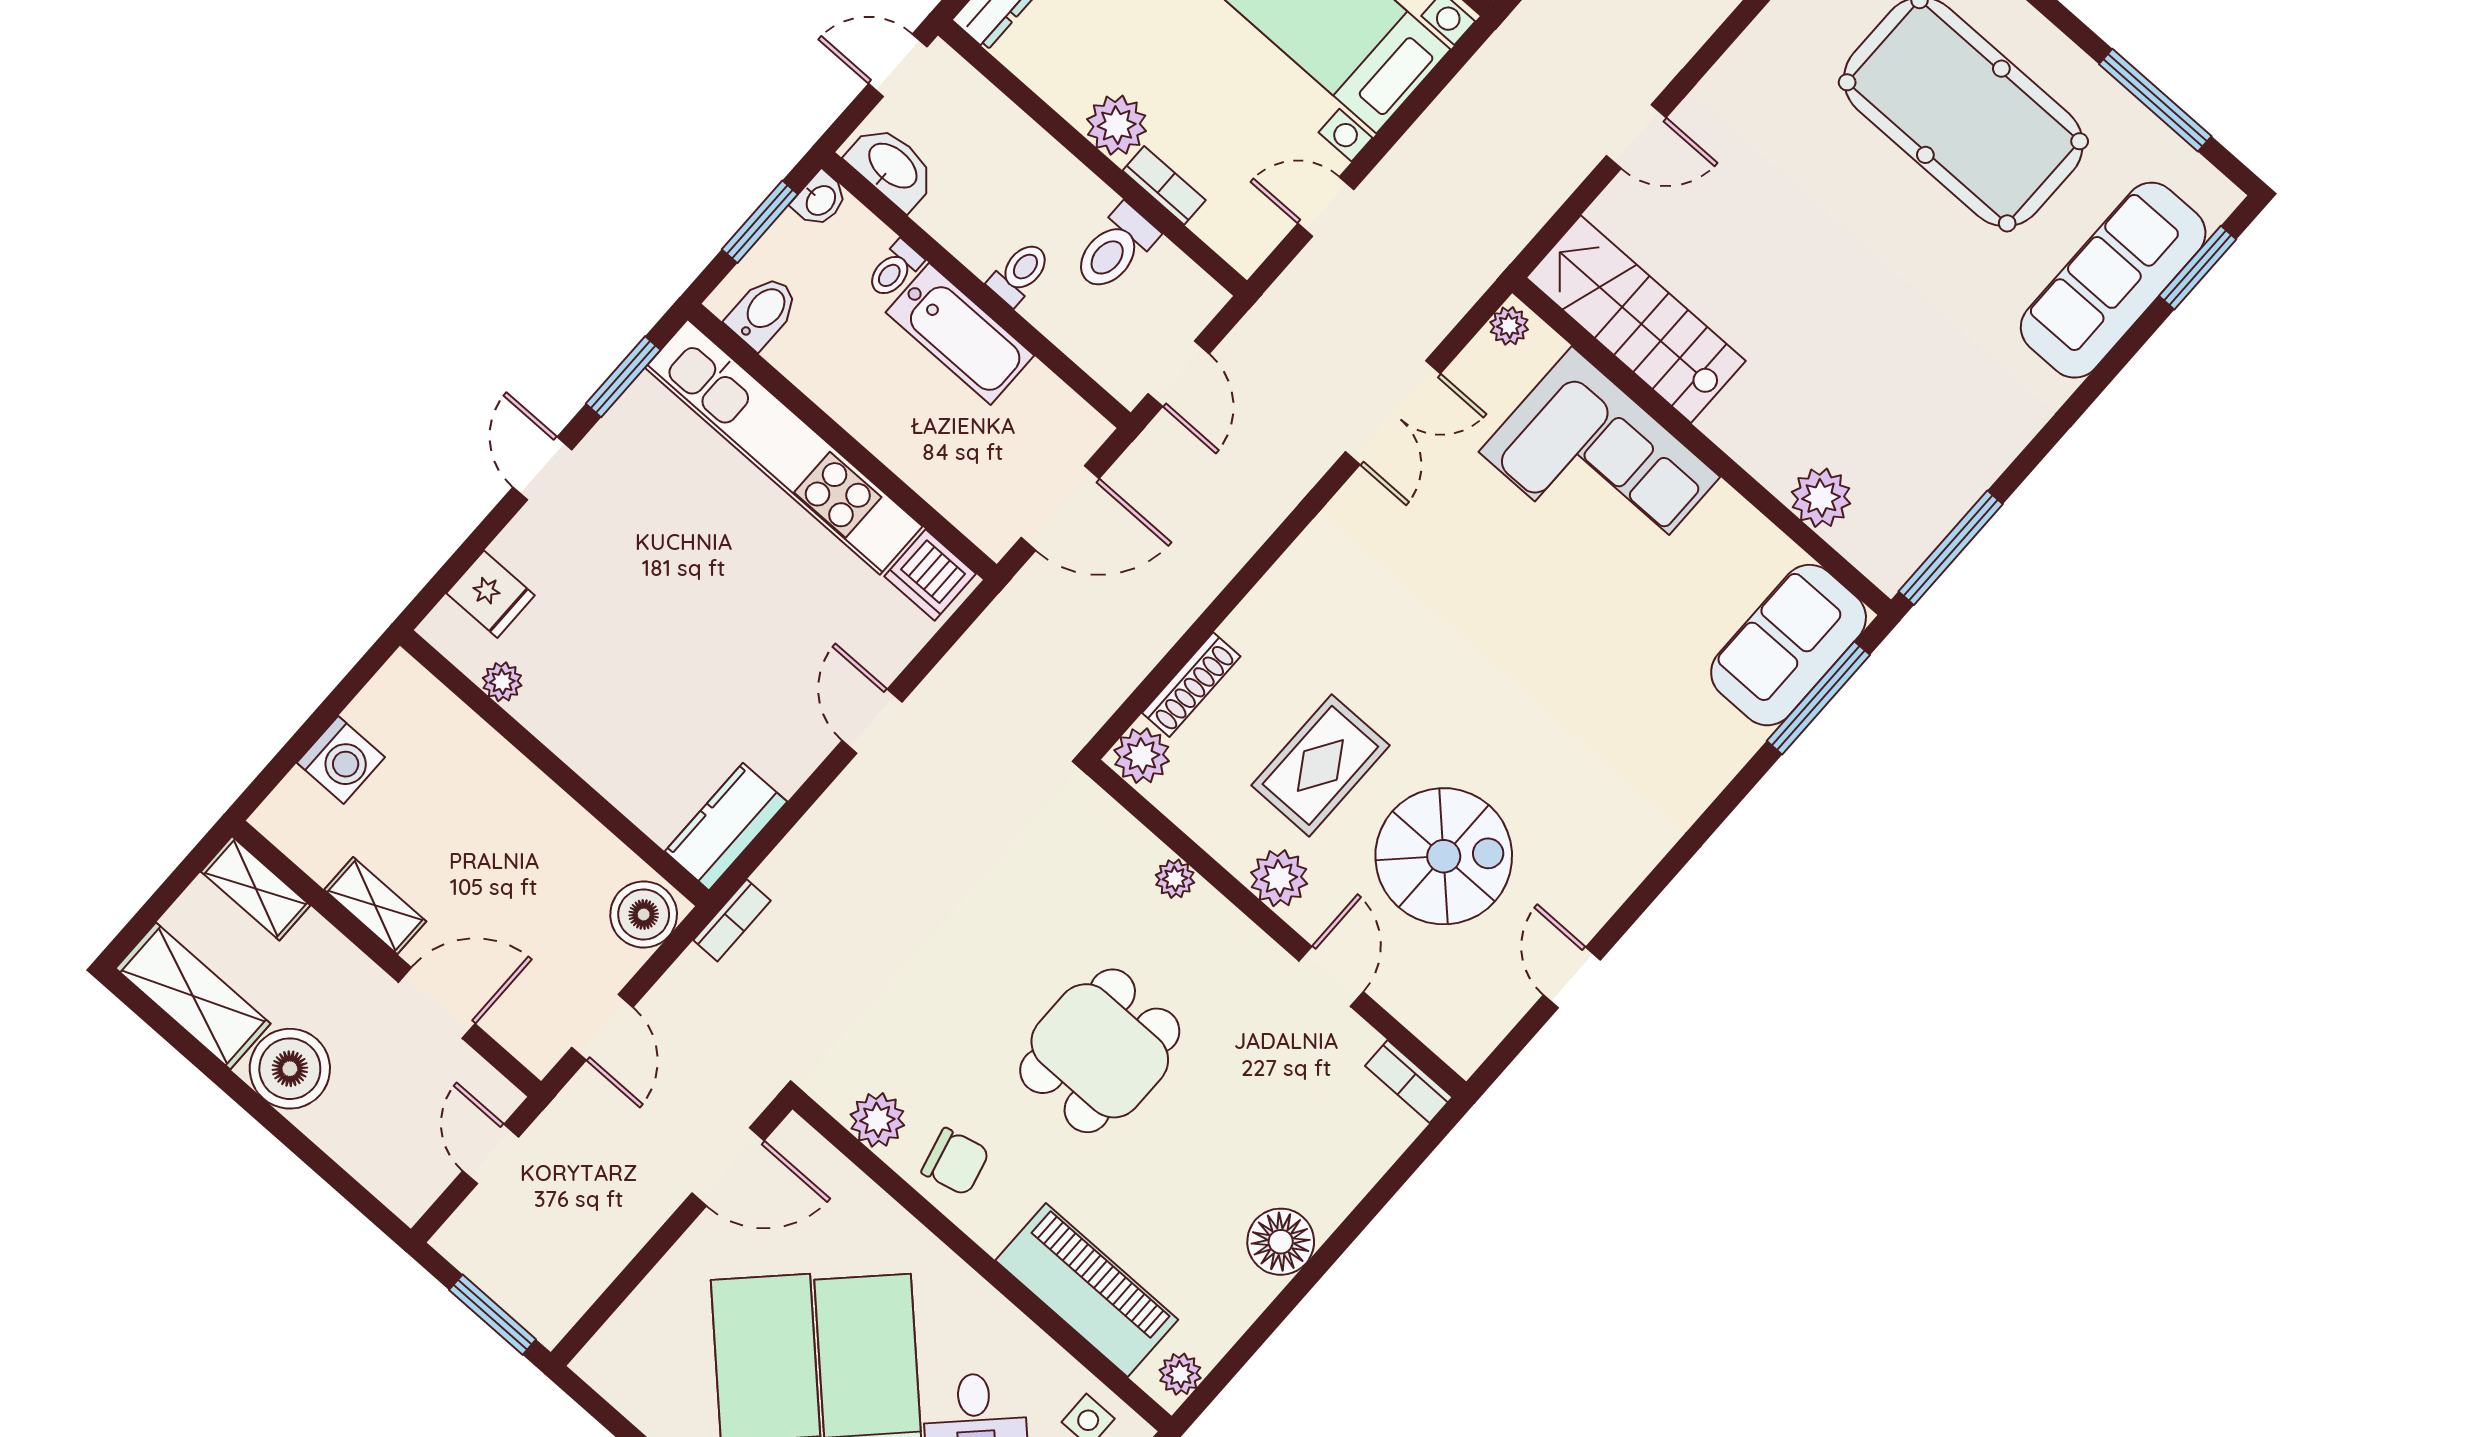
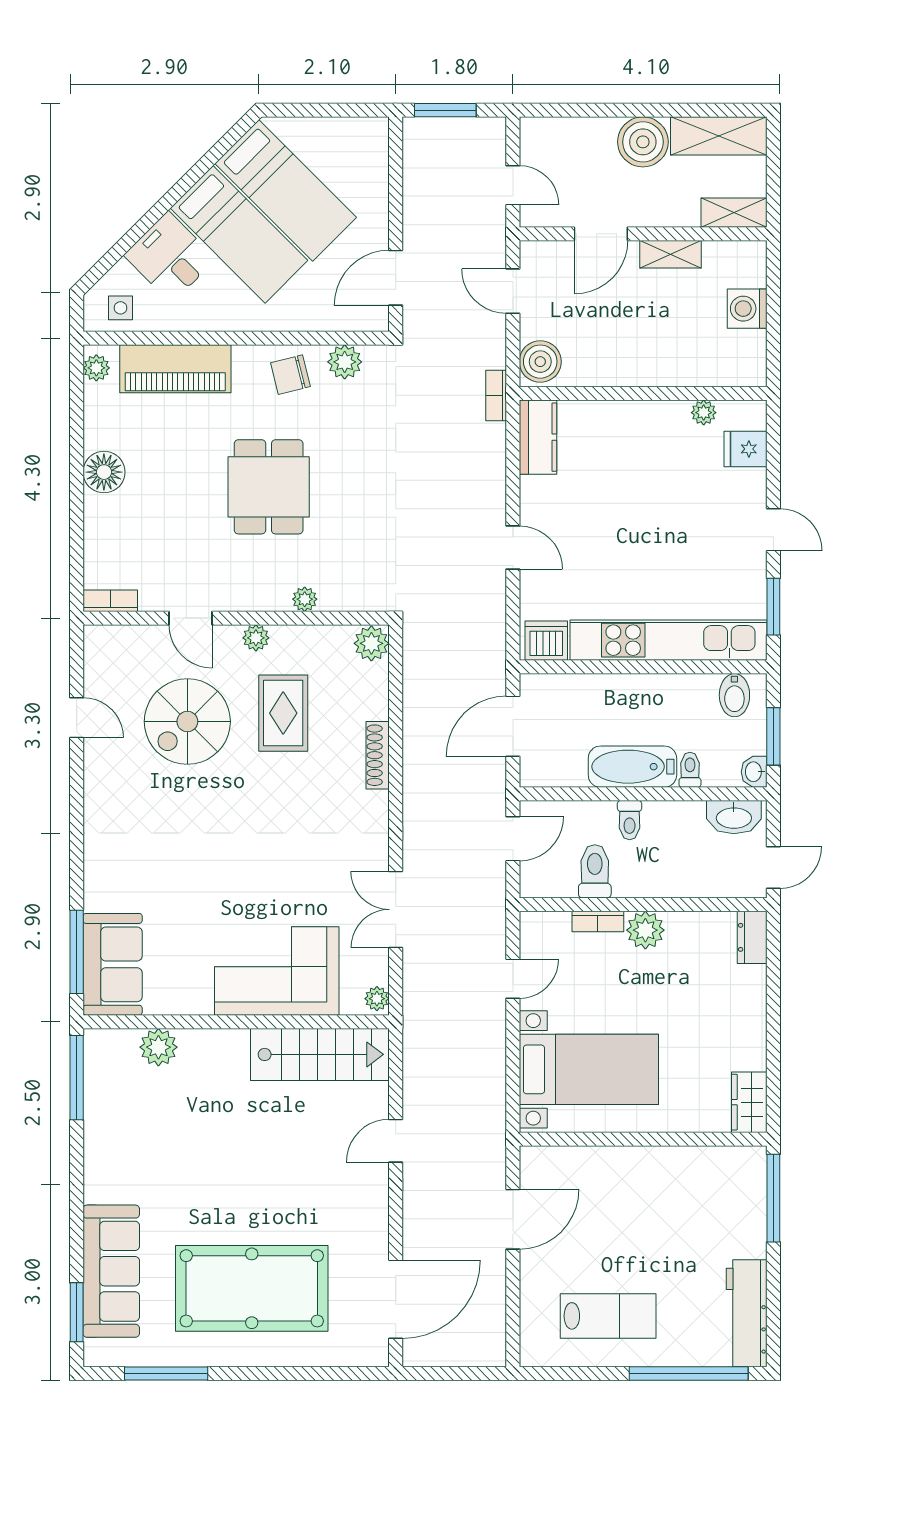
door: (1179, 374) -> (513, 839), swing flipped
shoe rack: (1191, 685) -> (378, 755), moved
plant: (1279, 878) -> (256, 638), width x0.73, depth x0.73

